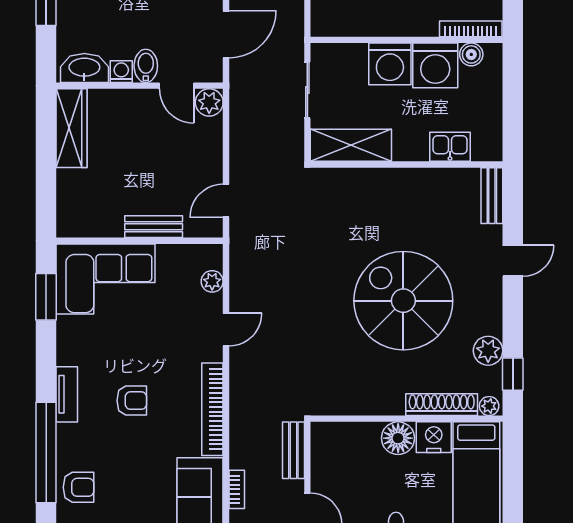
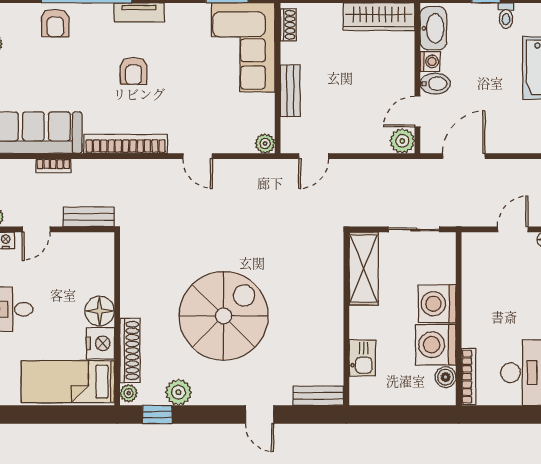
door: (226, 34) -> (464, 156), swing flipped
door: (226, 201) -> (314, 156), swing flipped
shoe rack: (81, 229) -> (288, 25), added
plant: (212, 281) -> (265, 143), moved

